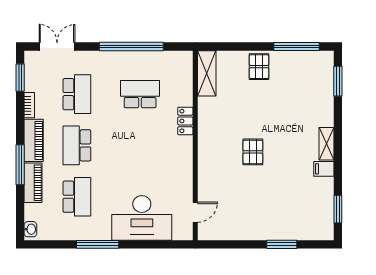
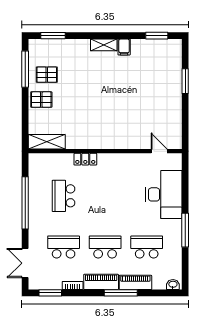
school desk: (77, 145) -> (105, 247), turned 180
pallet: (253, 152) -> (47, 75), moved

